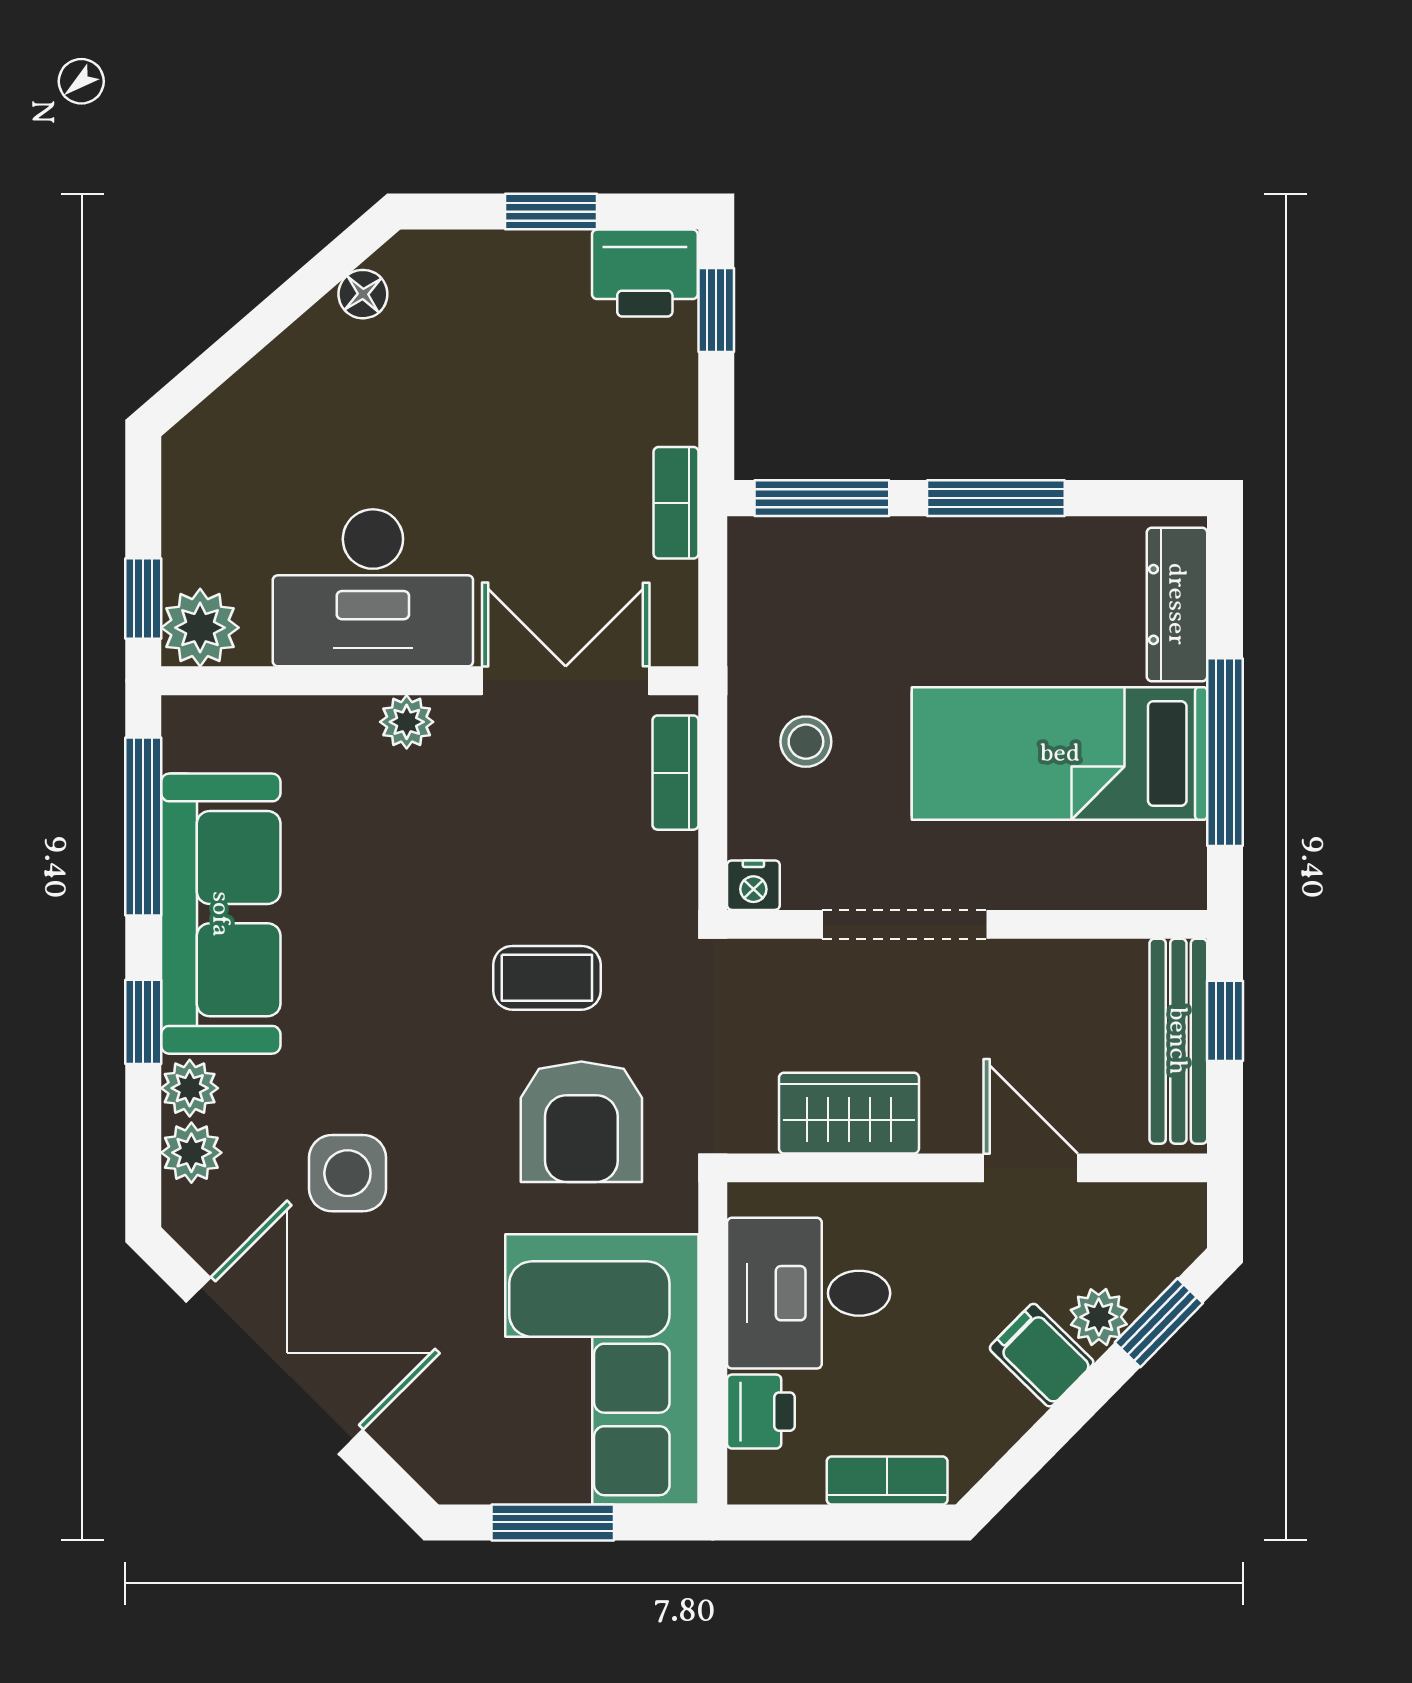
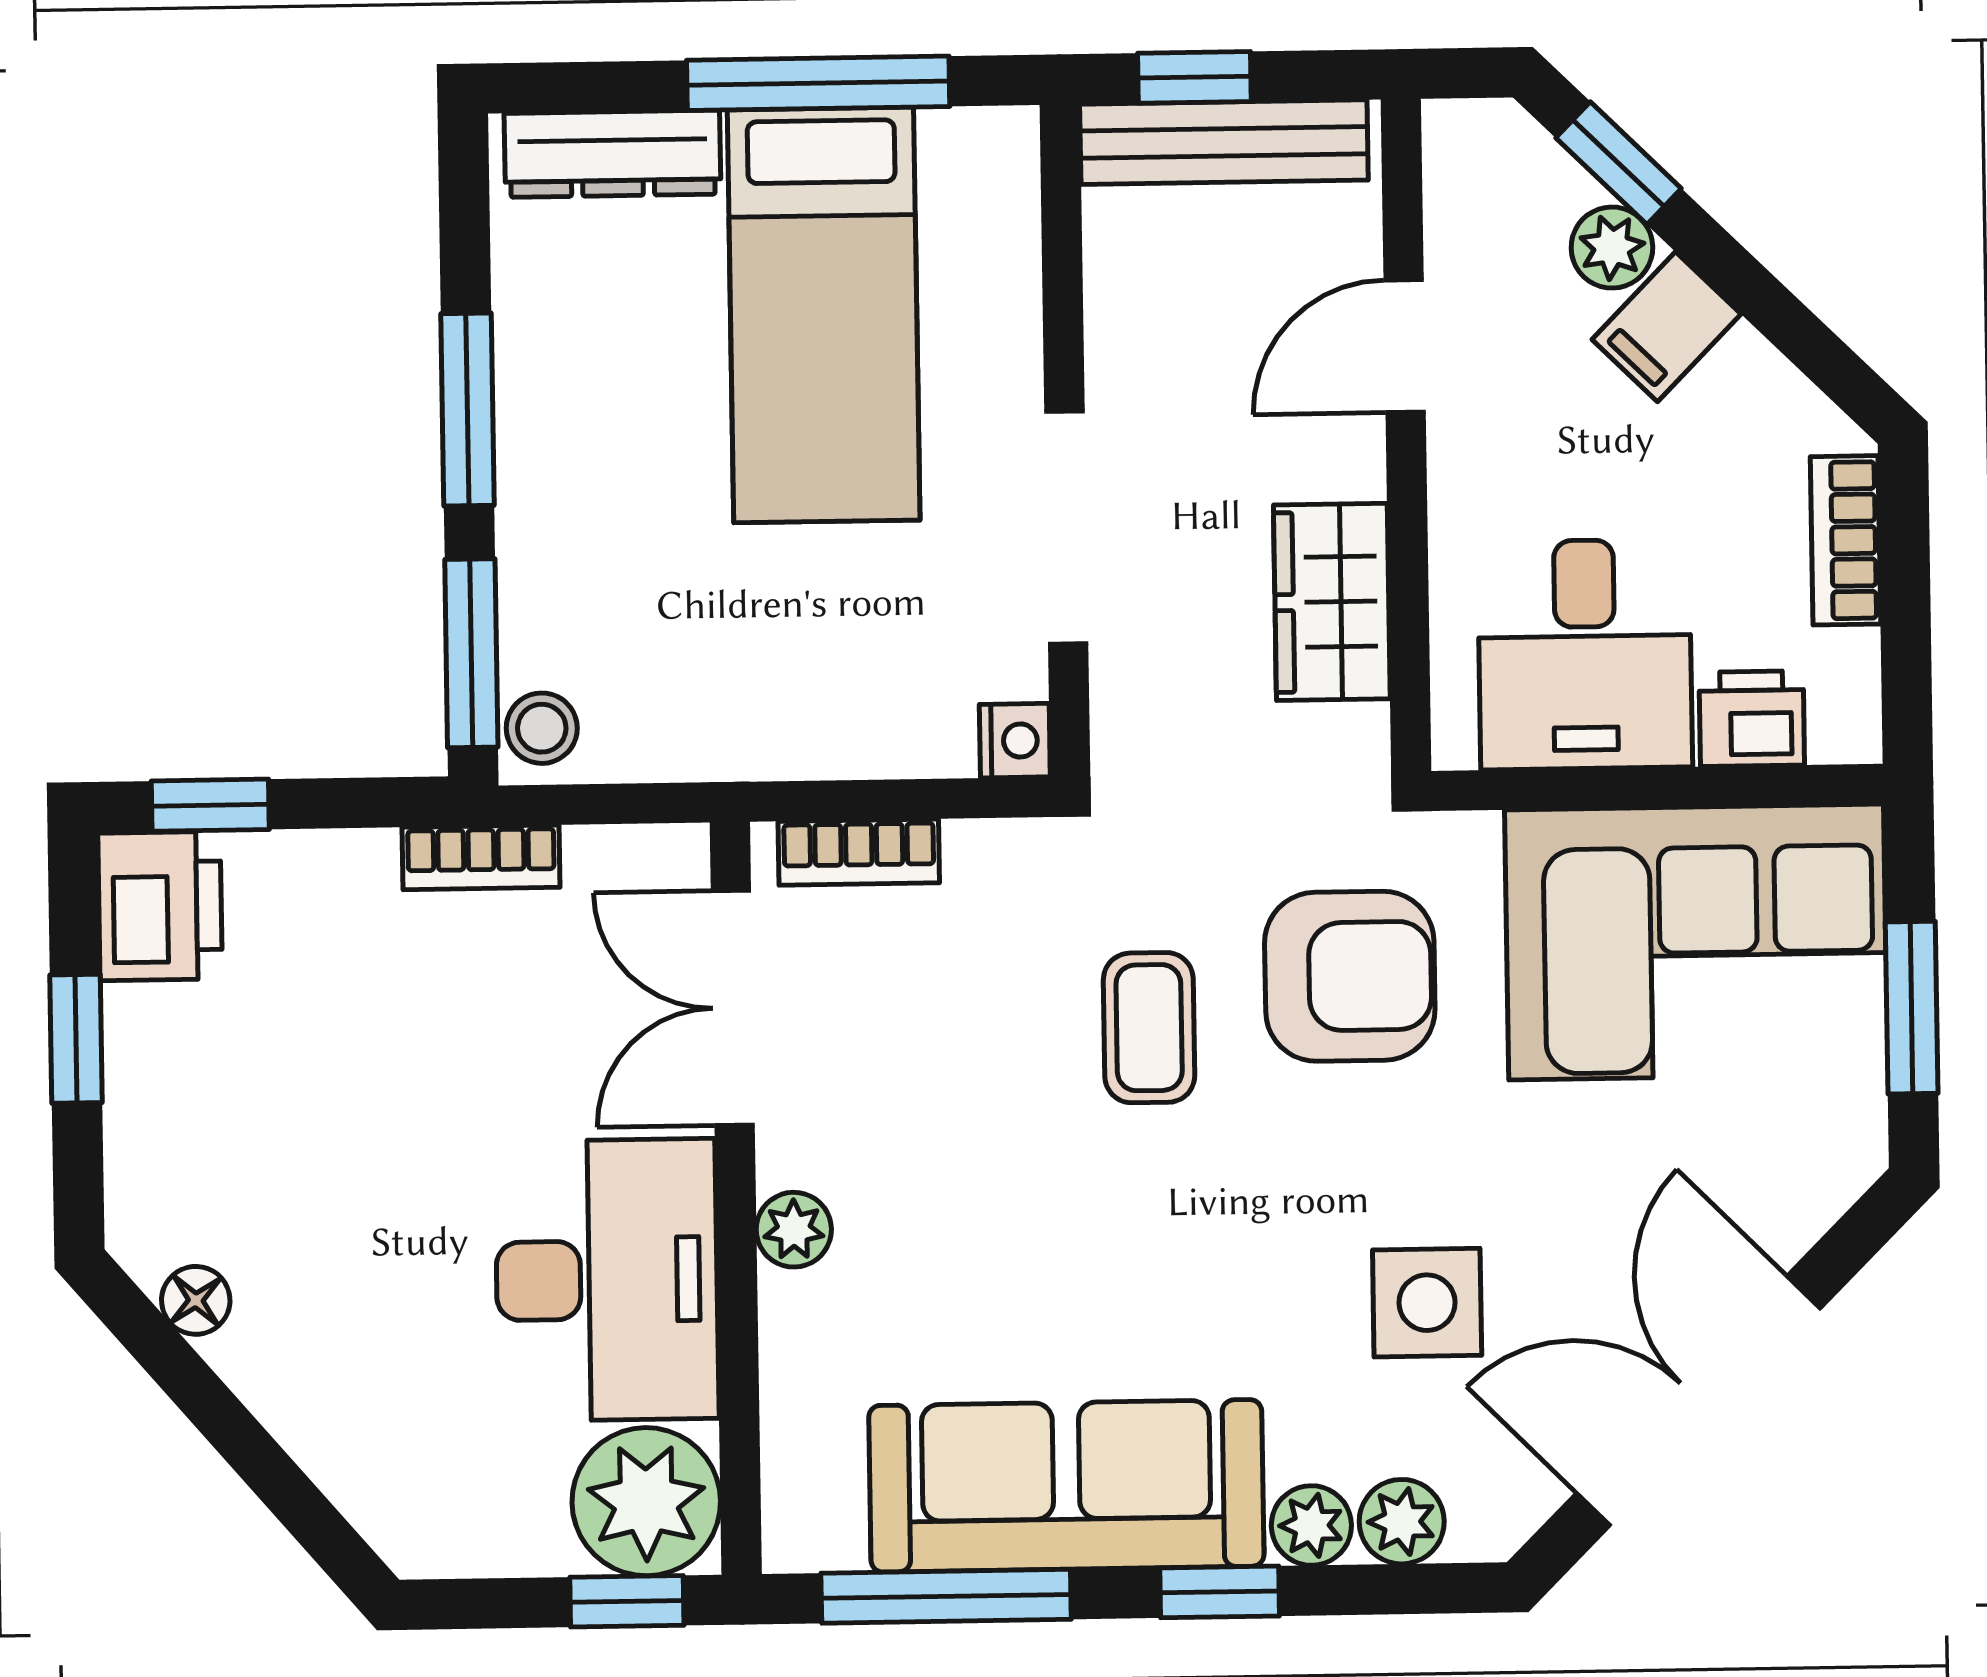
plant: (200, 628) -> (646, 1502), width x1.36, depth x1.36
stool: (806, 742) -> (542, 728), moved

